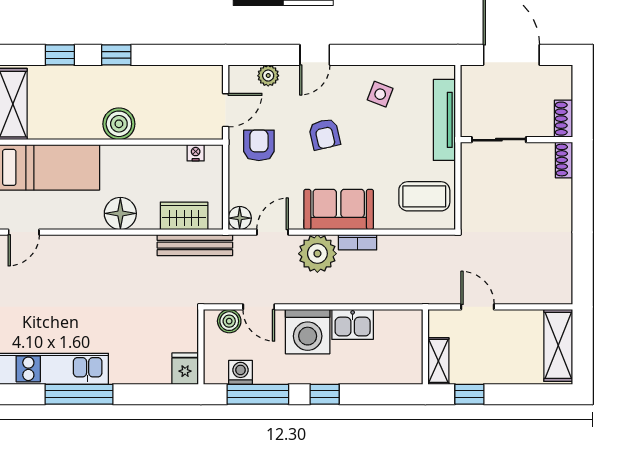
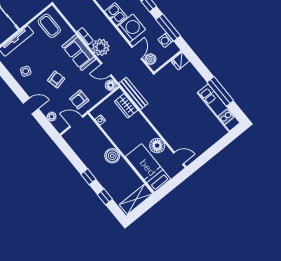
floor lamp: (120, 213) -> (157, 146), moved

